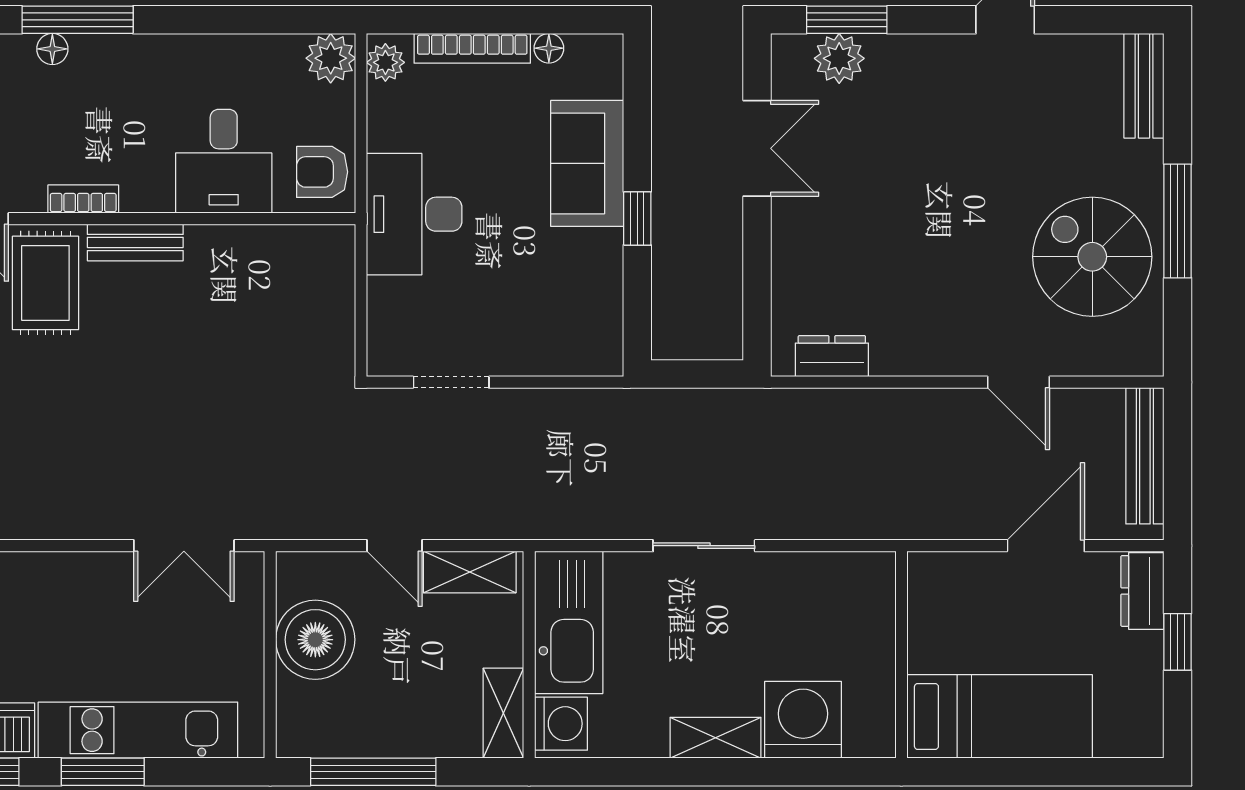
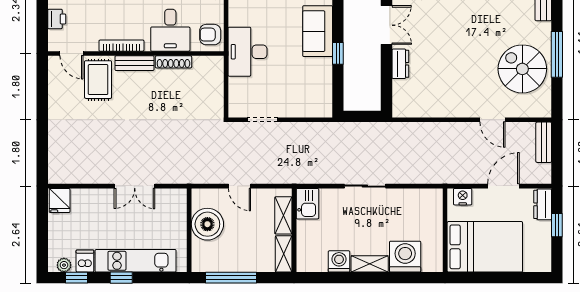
bookcase: (83, 199) -> (121, 46), width x1.56
shoe rack: (231, 239) -> (173, 62), added
dresser: (832, 356) -> (400, 64), moved, turned 90
bench: (1145, 456) -> (544, 142), width x0.73
double door: (184, 546) -> (135, 186), moved
shelving: (470, 572) -> (283, 215), moved, turned 90
nightstand: (945, 572) -> (463, 197), added
kitchen sink: (569, 622) -> (307, 204), width x0.53, depth x0.81
bed: (1000, 716) -> (485, 247), width x1.50
washing machine: (561, 724) -> (339, 261), moved, turned -90
window: (103, 772) -> (121, 278), width x0.67

